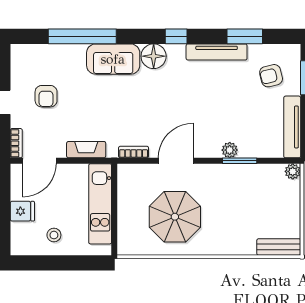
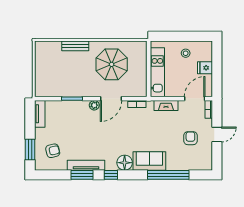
window: (245, 36) -> (82, 175), moved
tv unit: (292, 127) -> (40, 114), width x0.71
plant: (230, 150) -> (94, 105), moved
plant: (293, 171) -> (39, 92), removed
bench: (279, 247) -> (75, 46), moved

